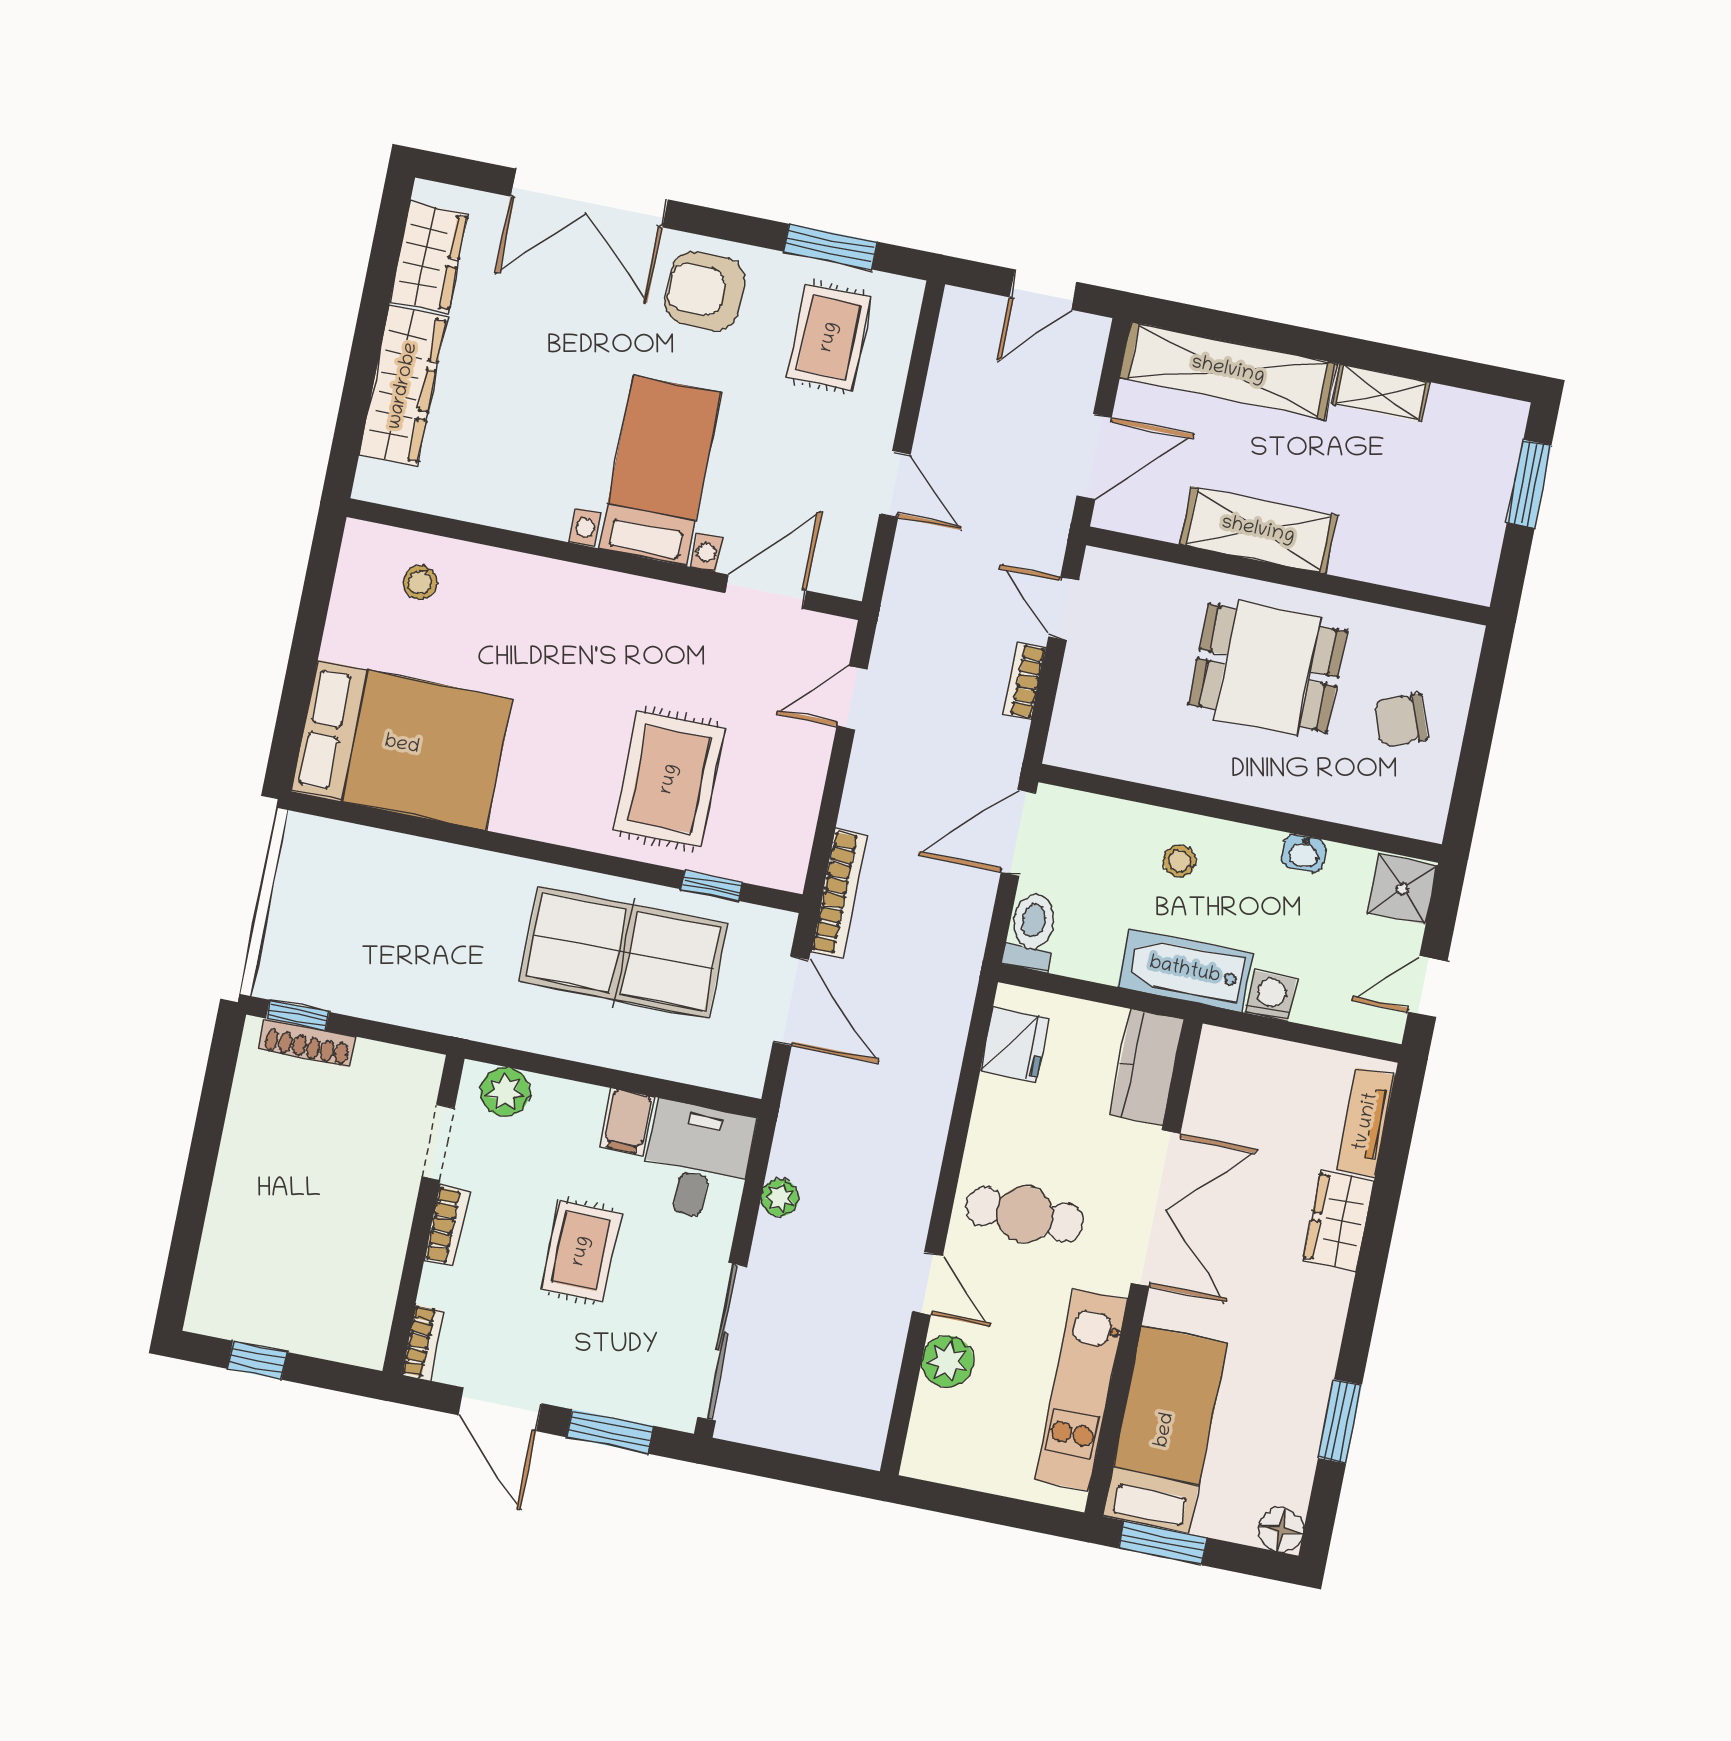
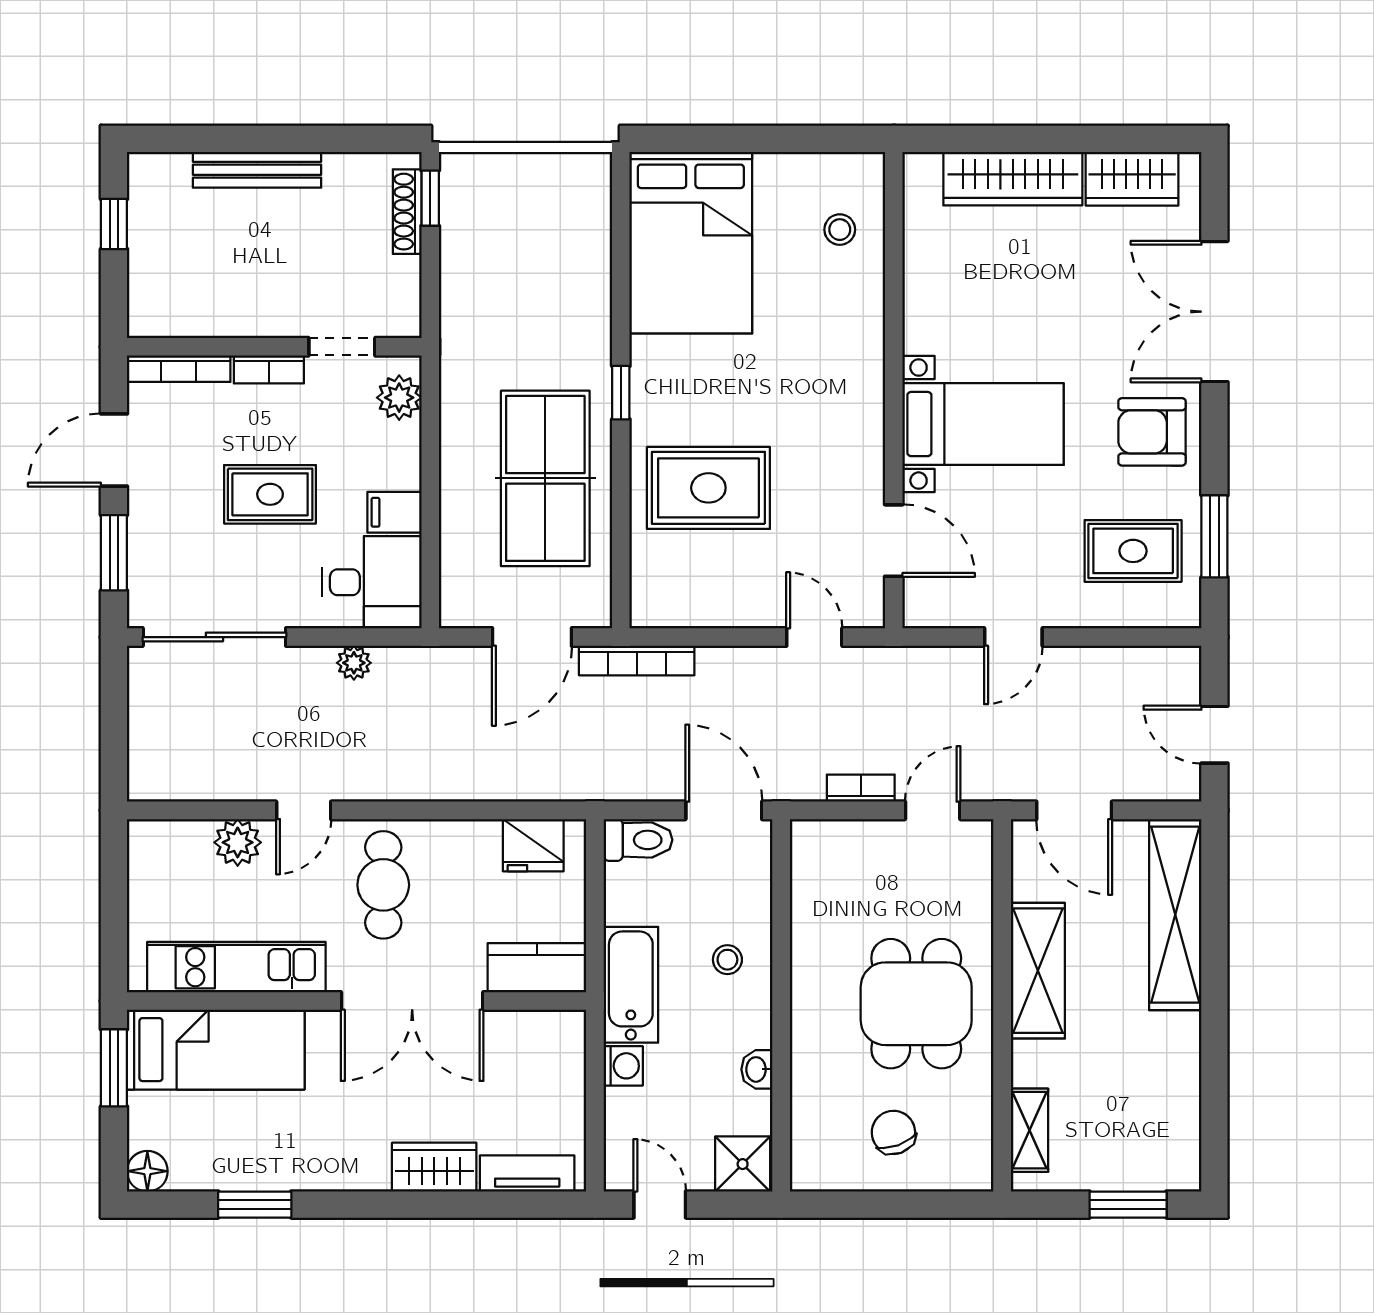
armchair: (705, 291) -> (1152, 432), turned -90
shelving: (1381, 393) -> (1029, 1130), moved
window: (712, 886) -> (621, 393), moved
bench: (230, 1195) -> (257, 170), added
bookcase: (422, 1342) -> (179, 369), width x1.56

